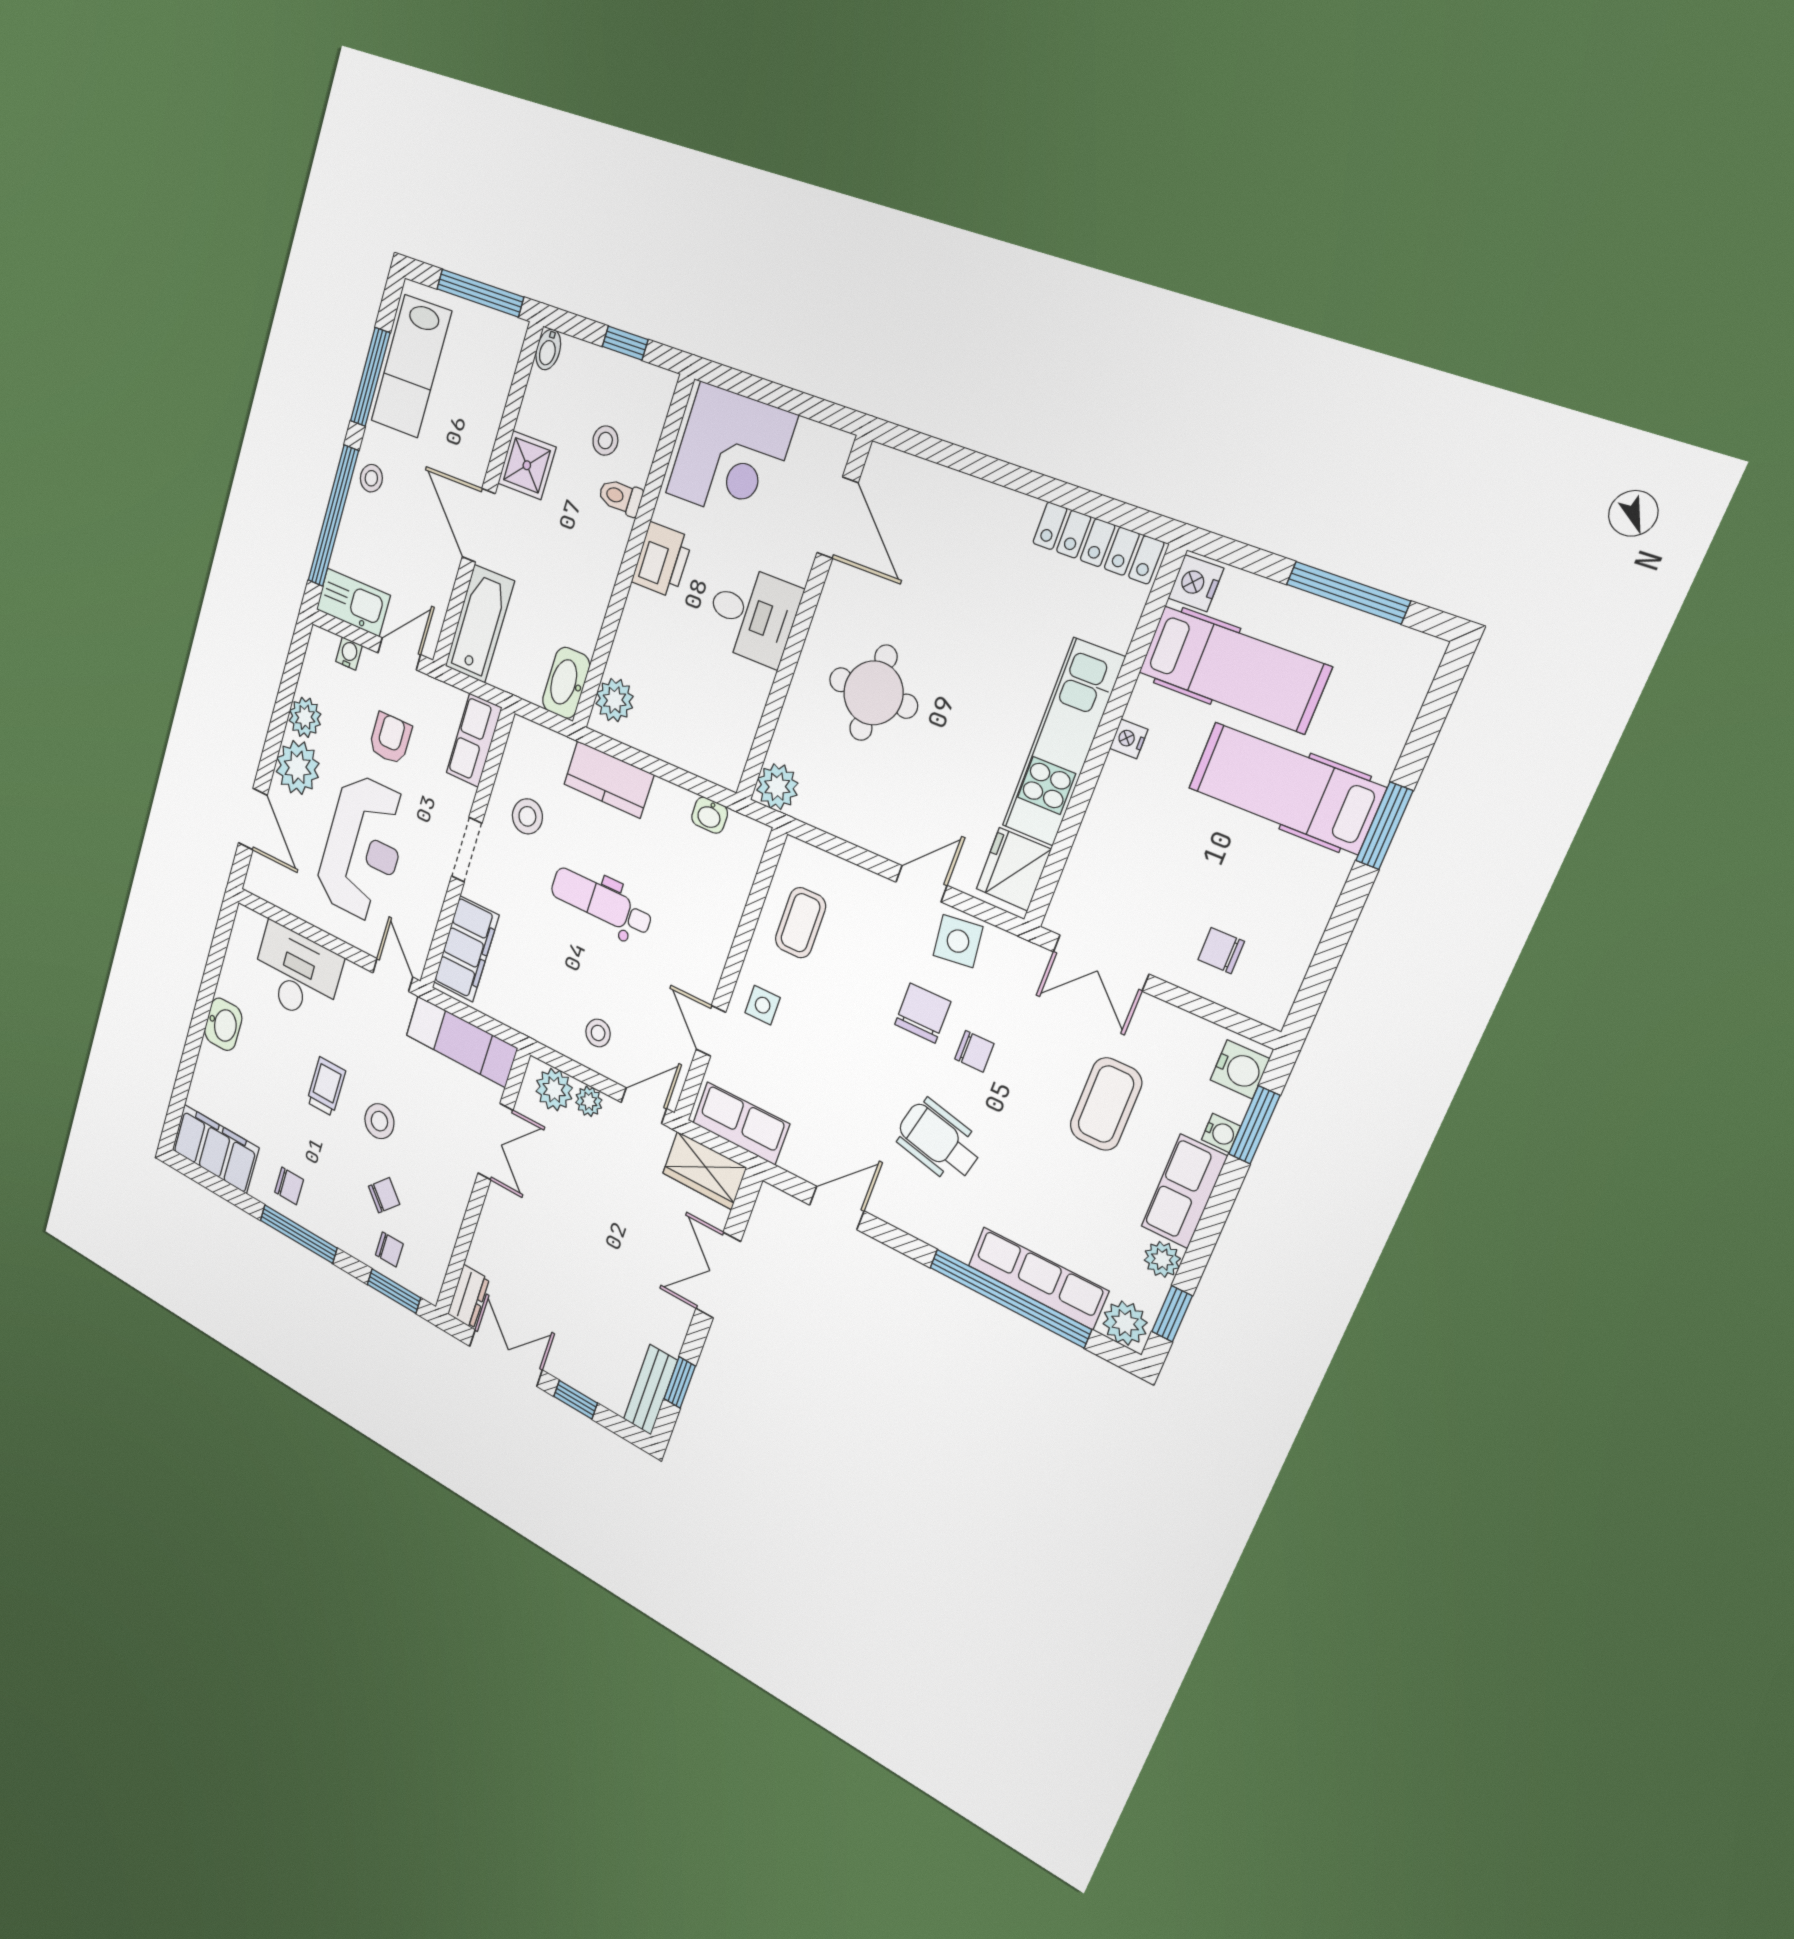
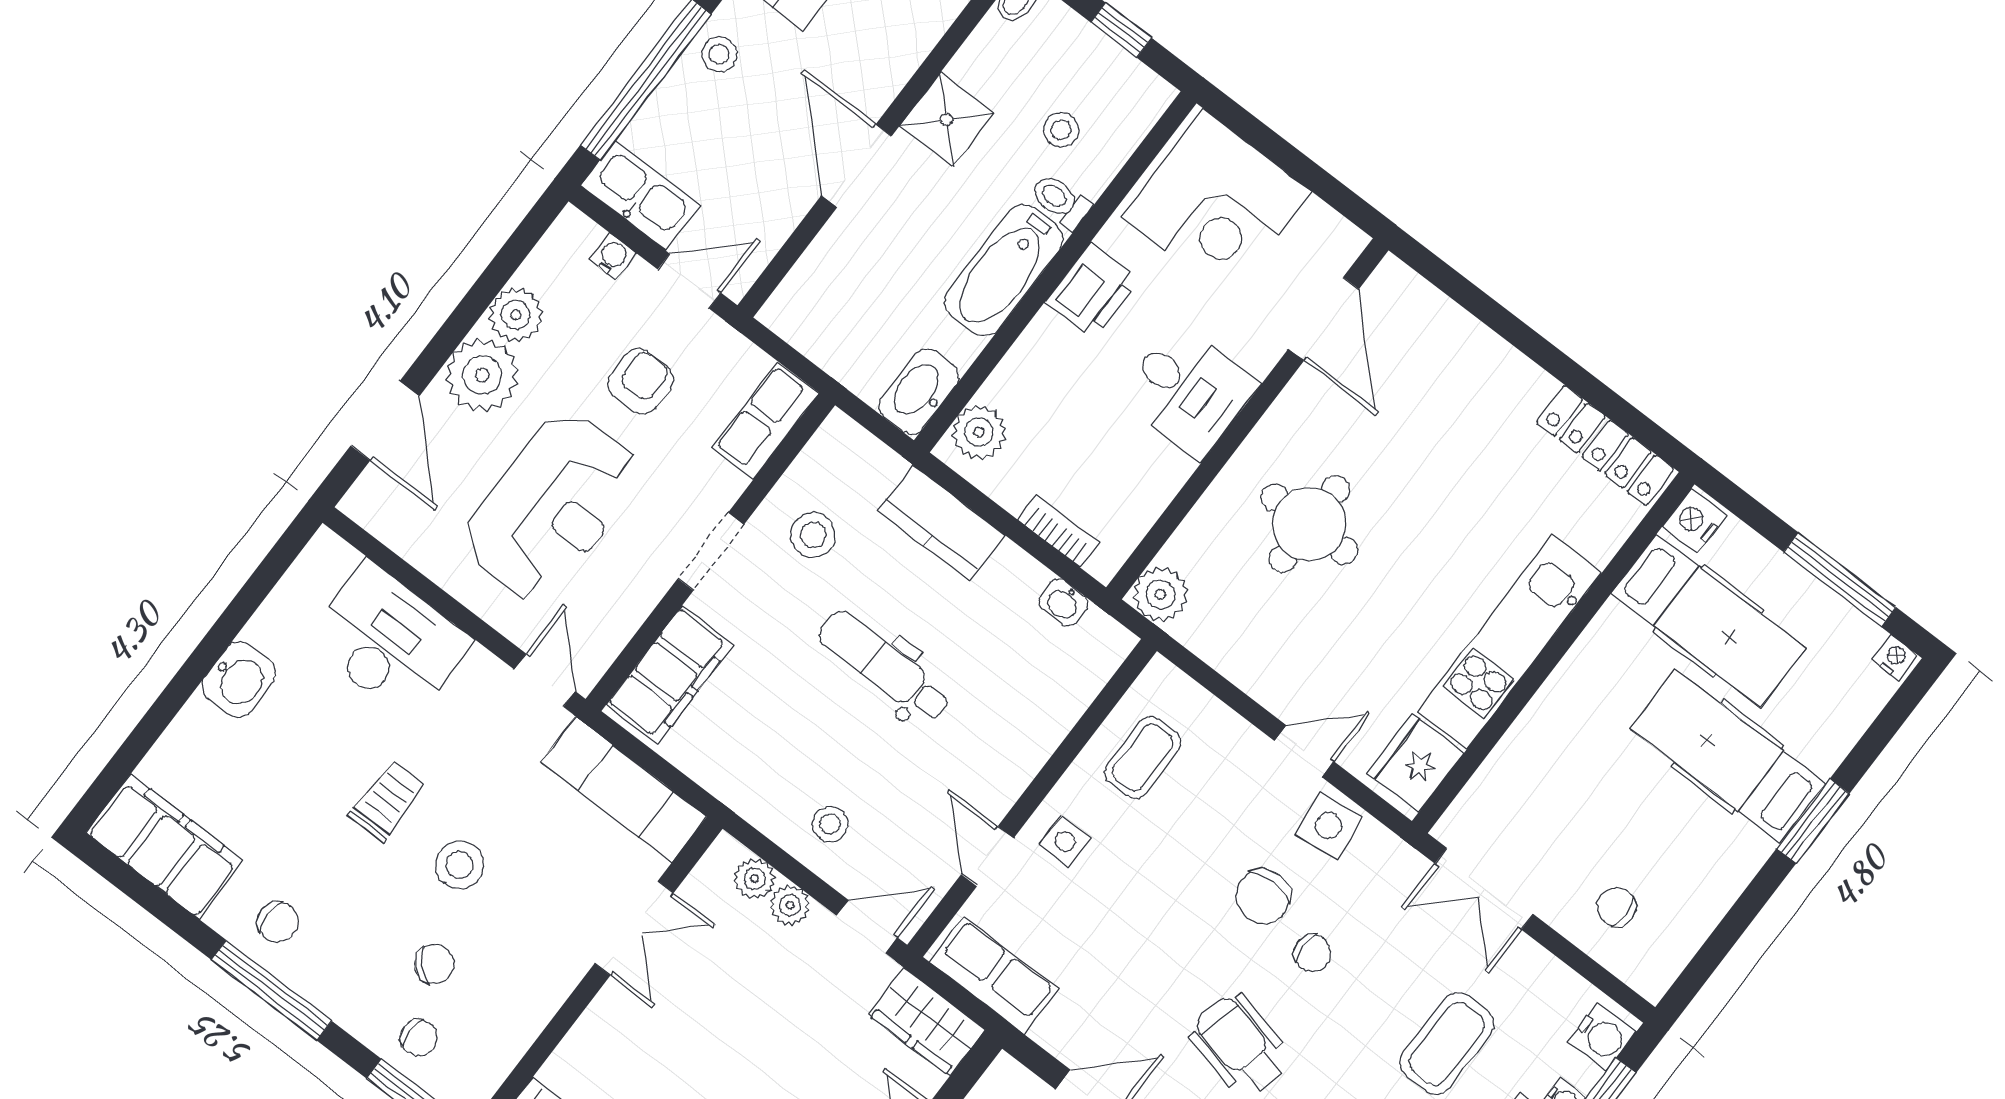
bathtub: (480, 624) -> (1004, 270), moved, turned 180
nightstand: (1129, 739) -> (1895, 657), moved, turned 90
bookcase: (690, 759) -> (1058, 531), added
chair: (923, 1013) -> (1263, 896), turned 180
plant: (554, 1090) -> (755, 879), width x0.73, depth x0.73

